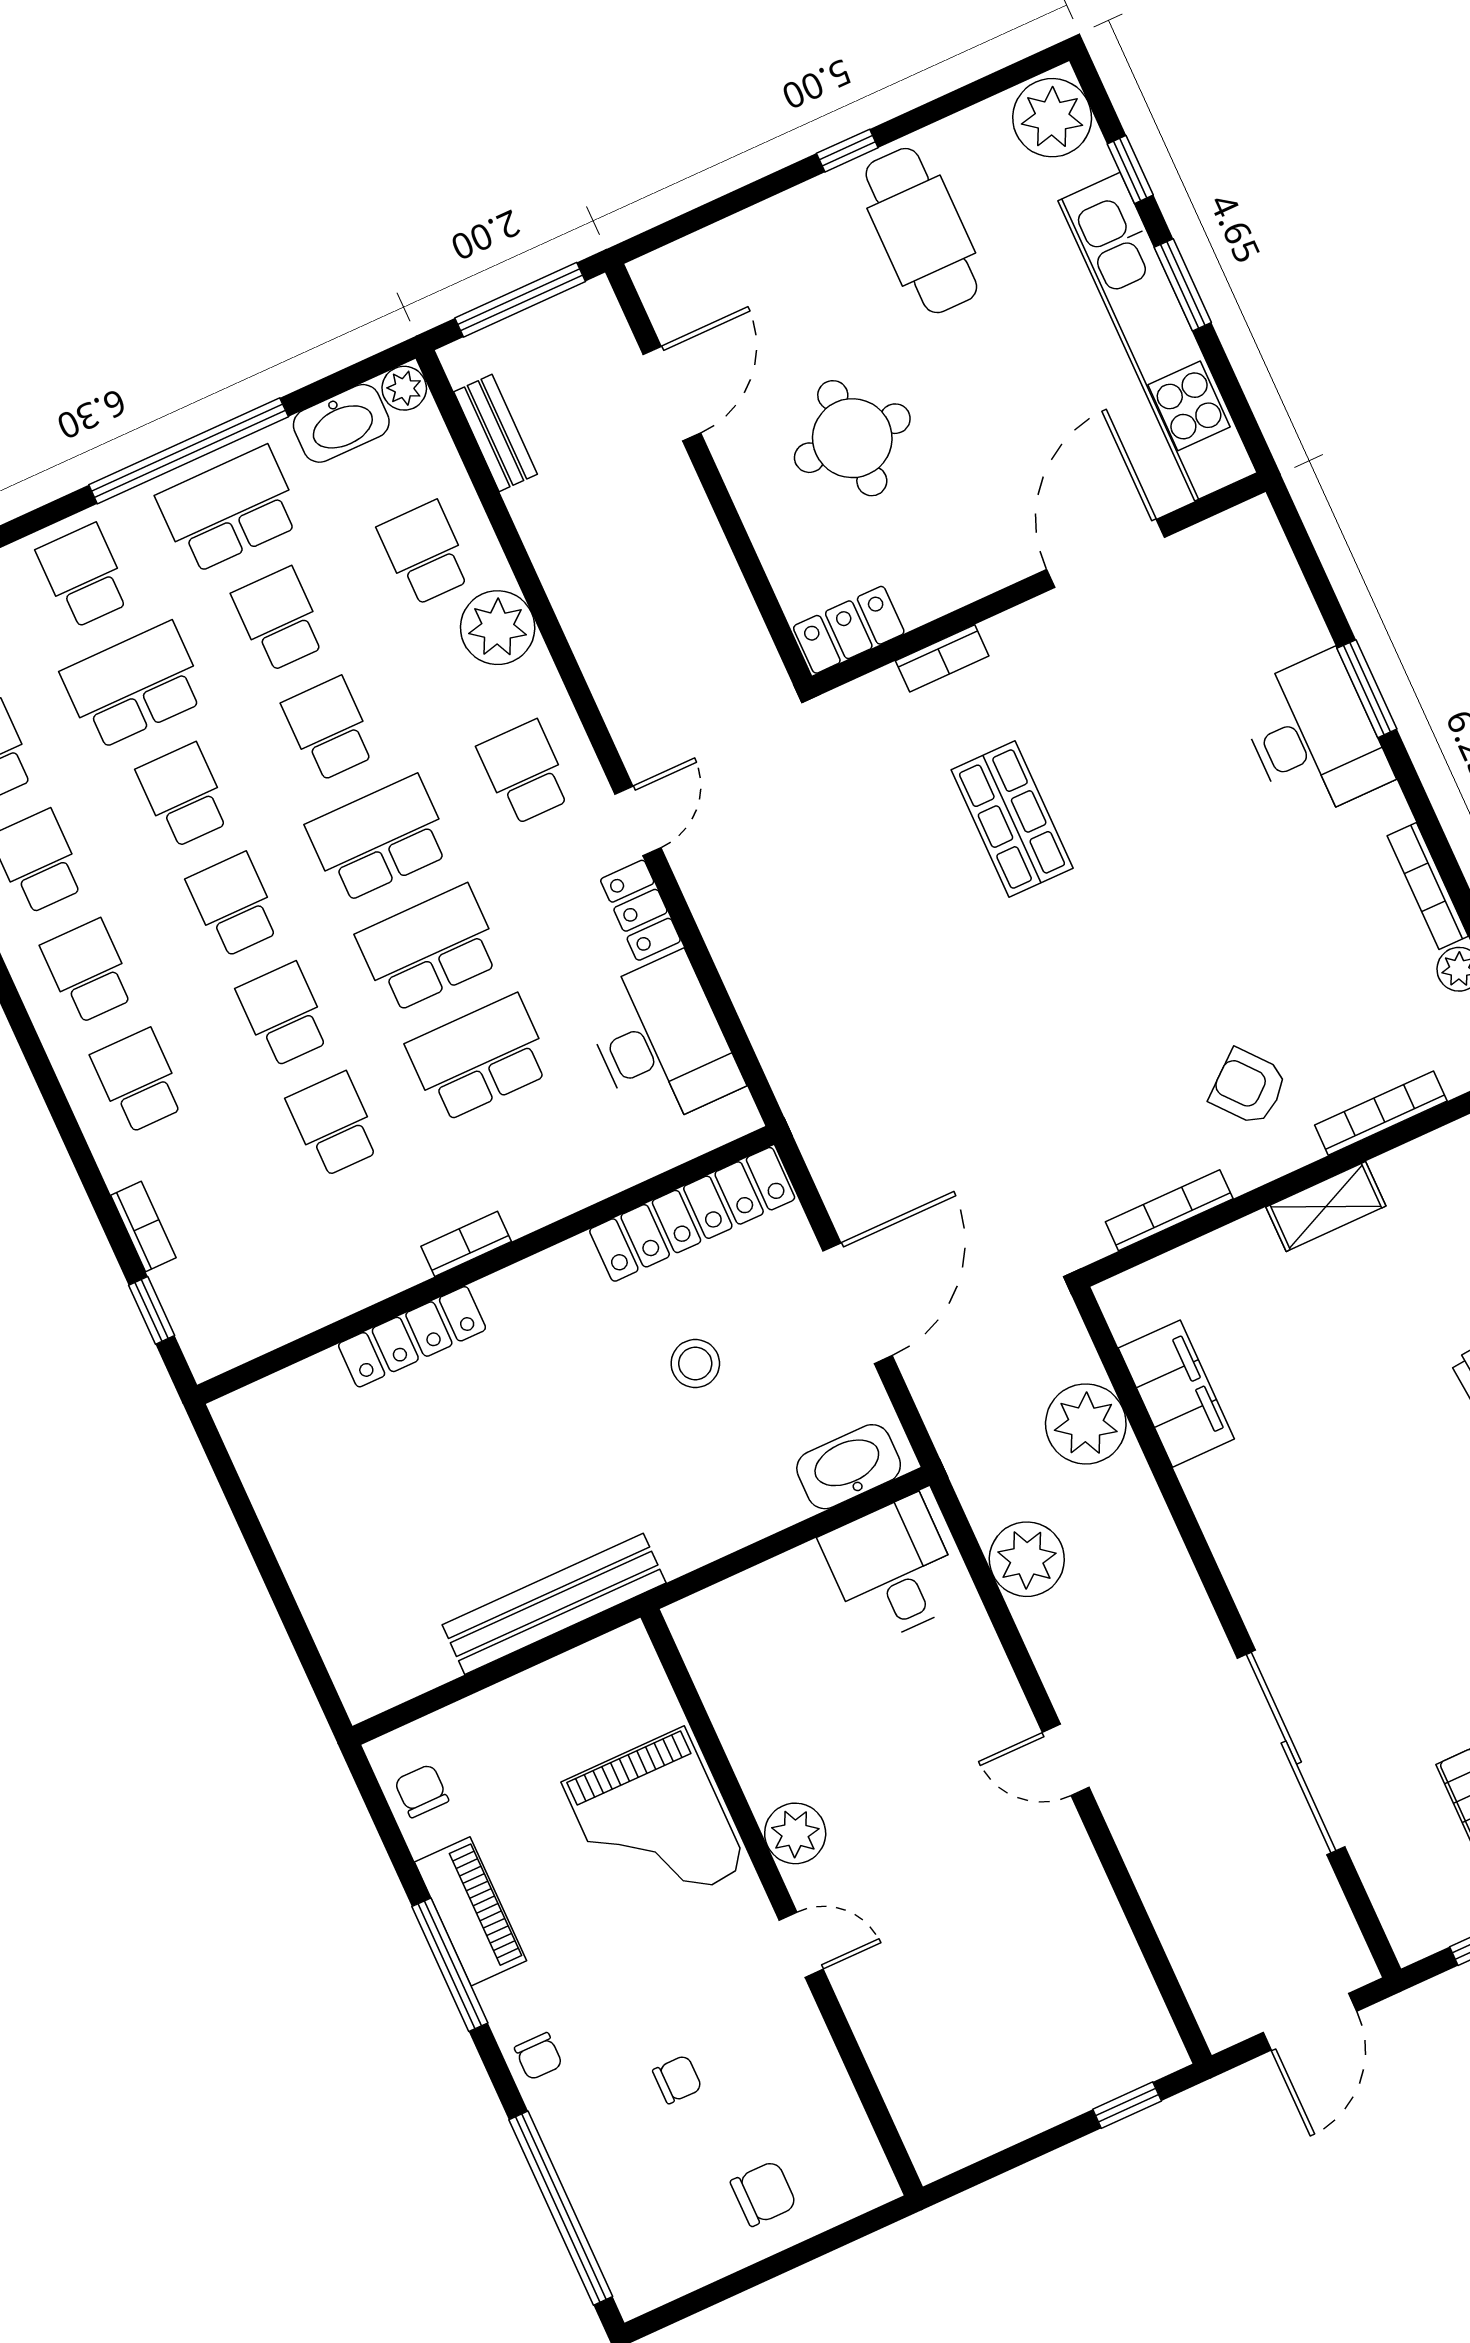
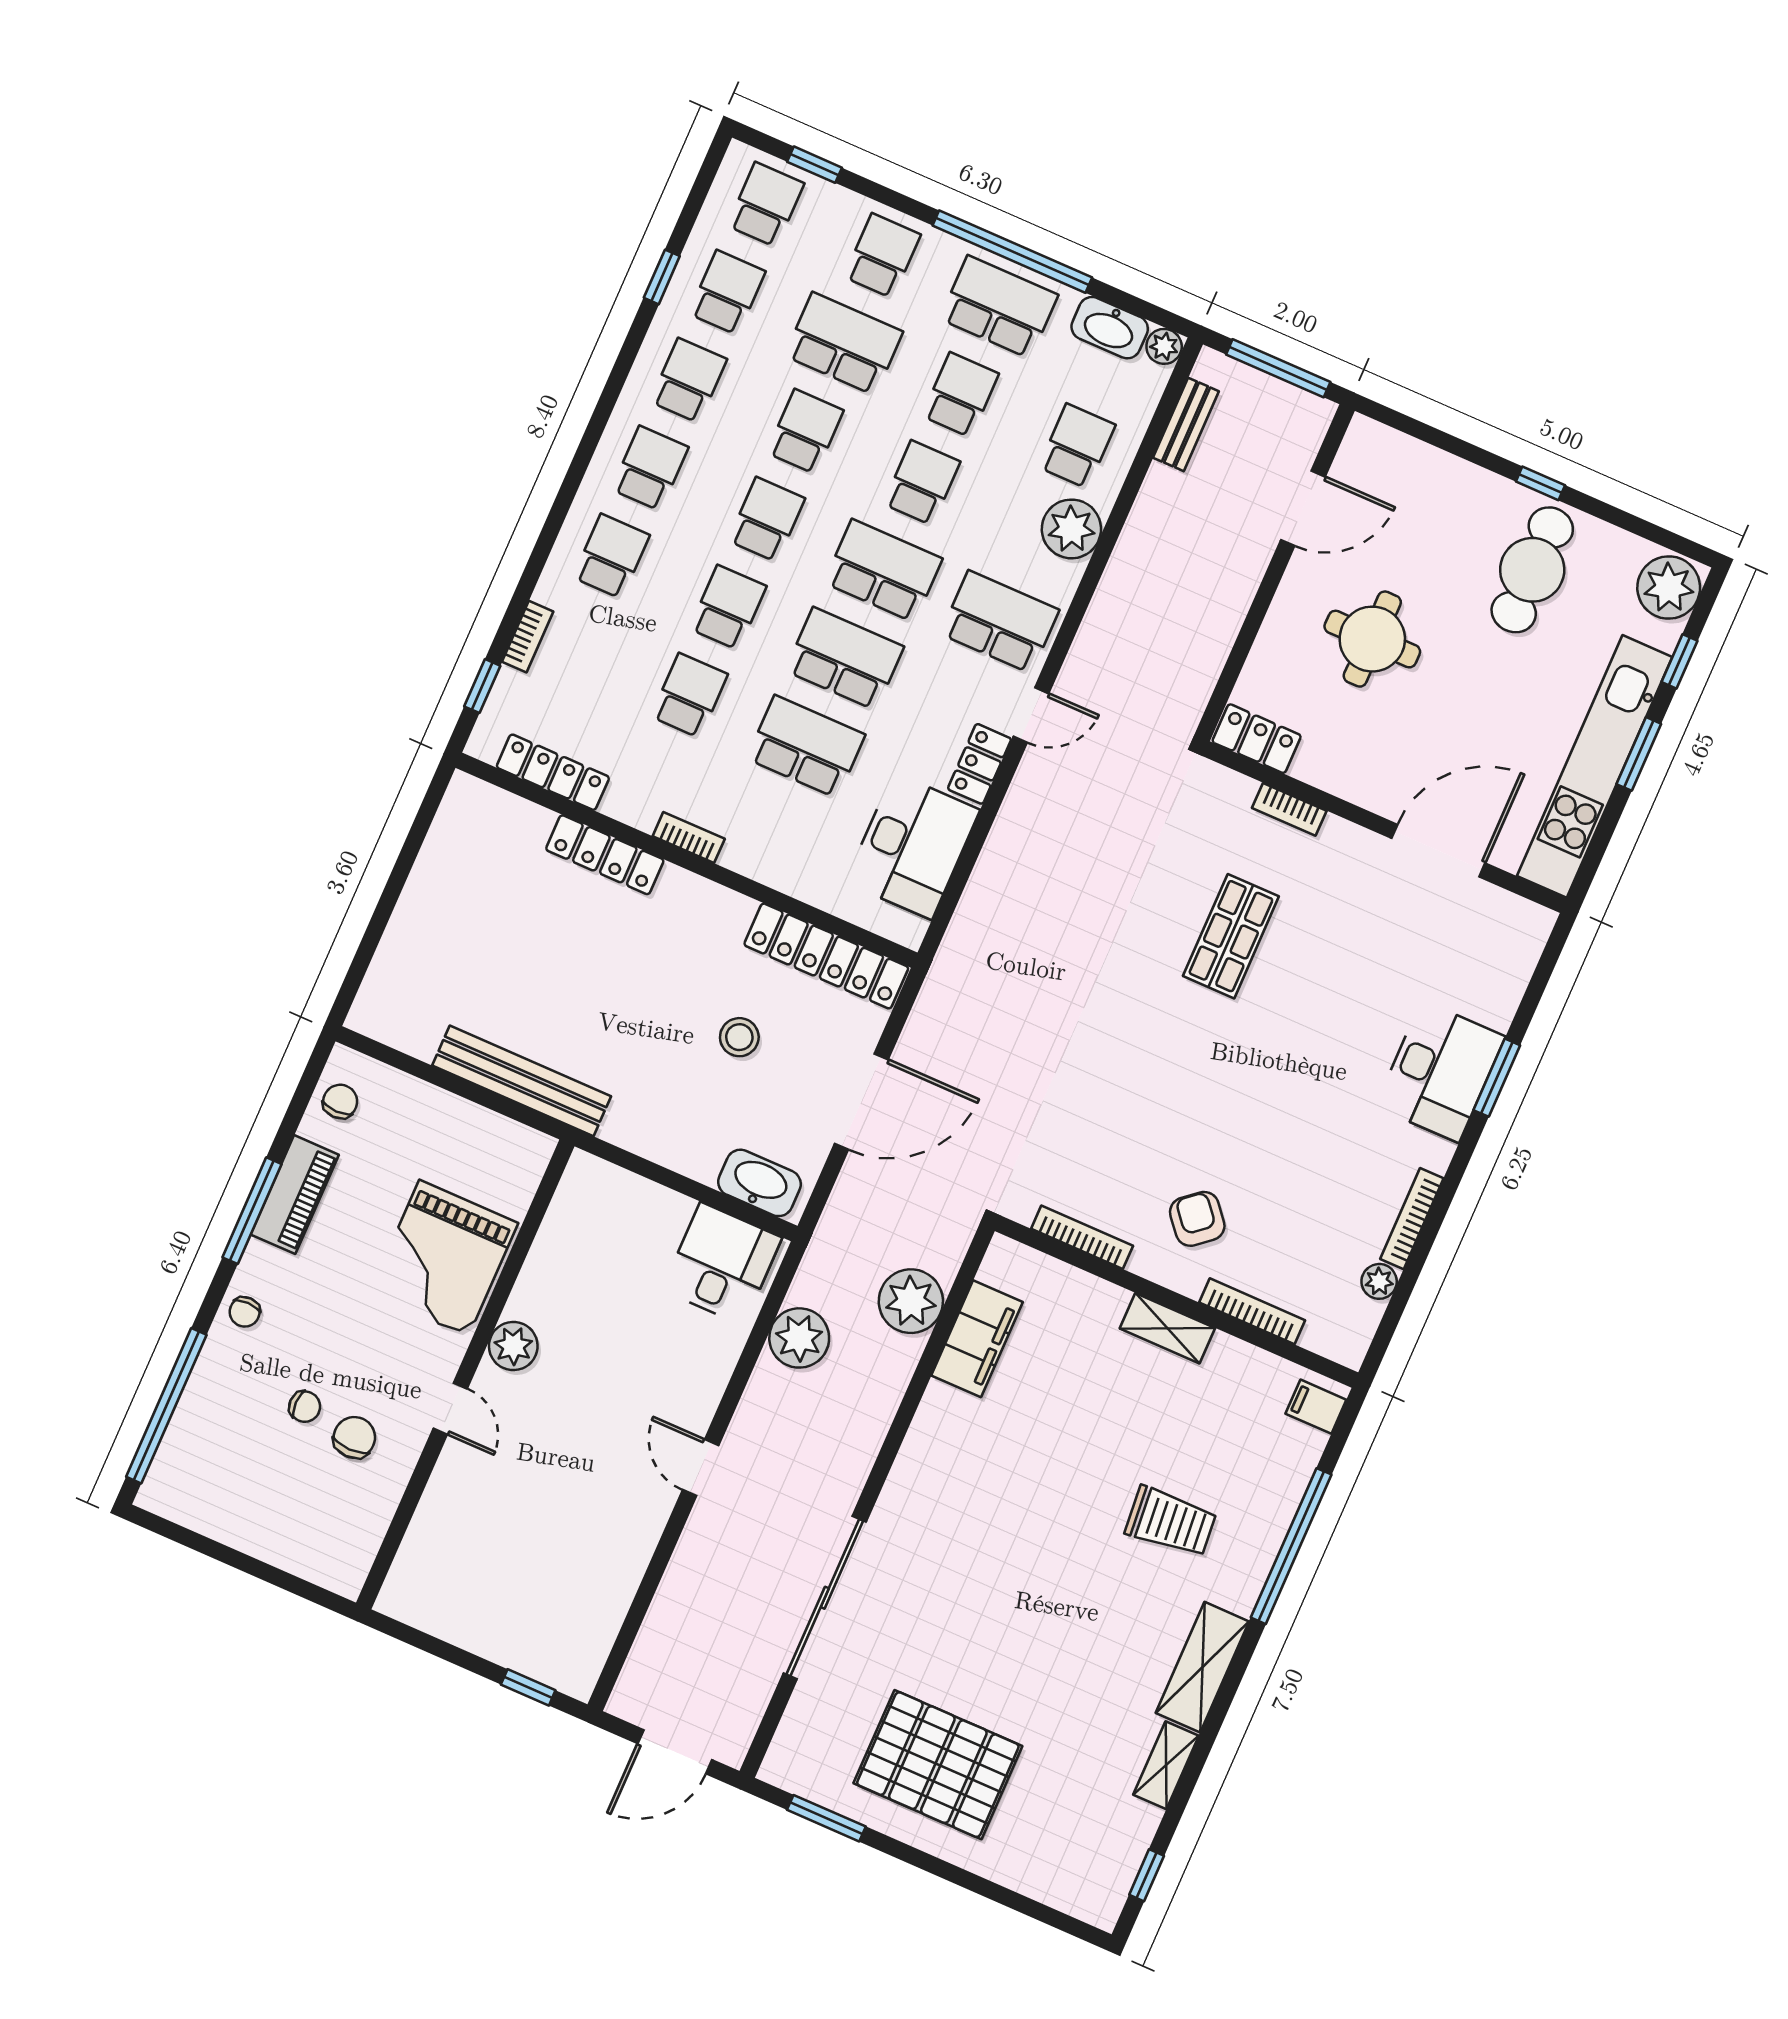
school desk: (525, 772) -> (1000, 622), width x1.85
locker: (291, 1316) -> (553, 772), added
chair: (764, 2194) -> (354, 1437), moved, turned -90

